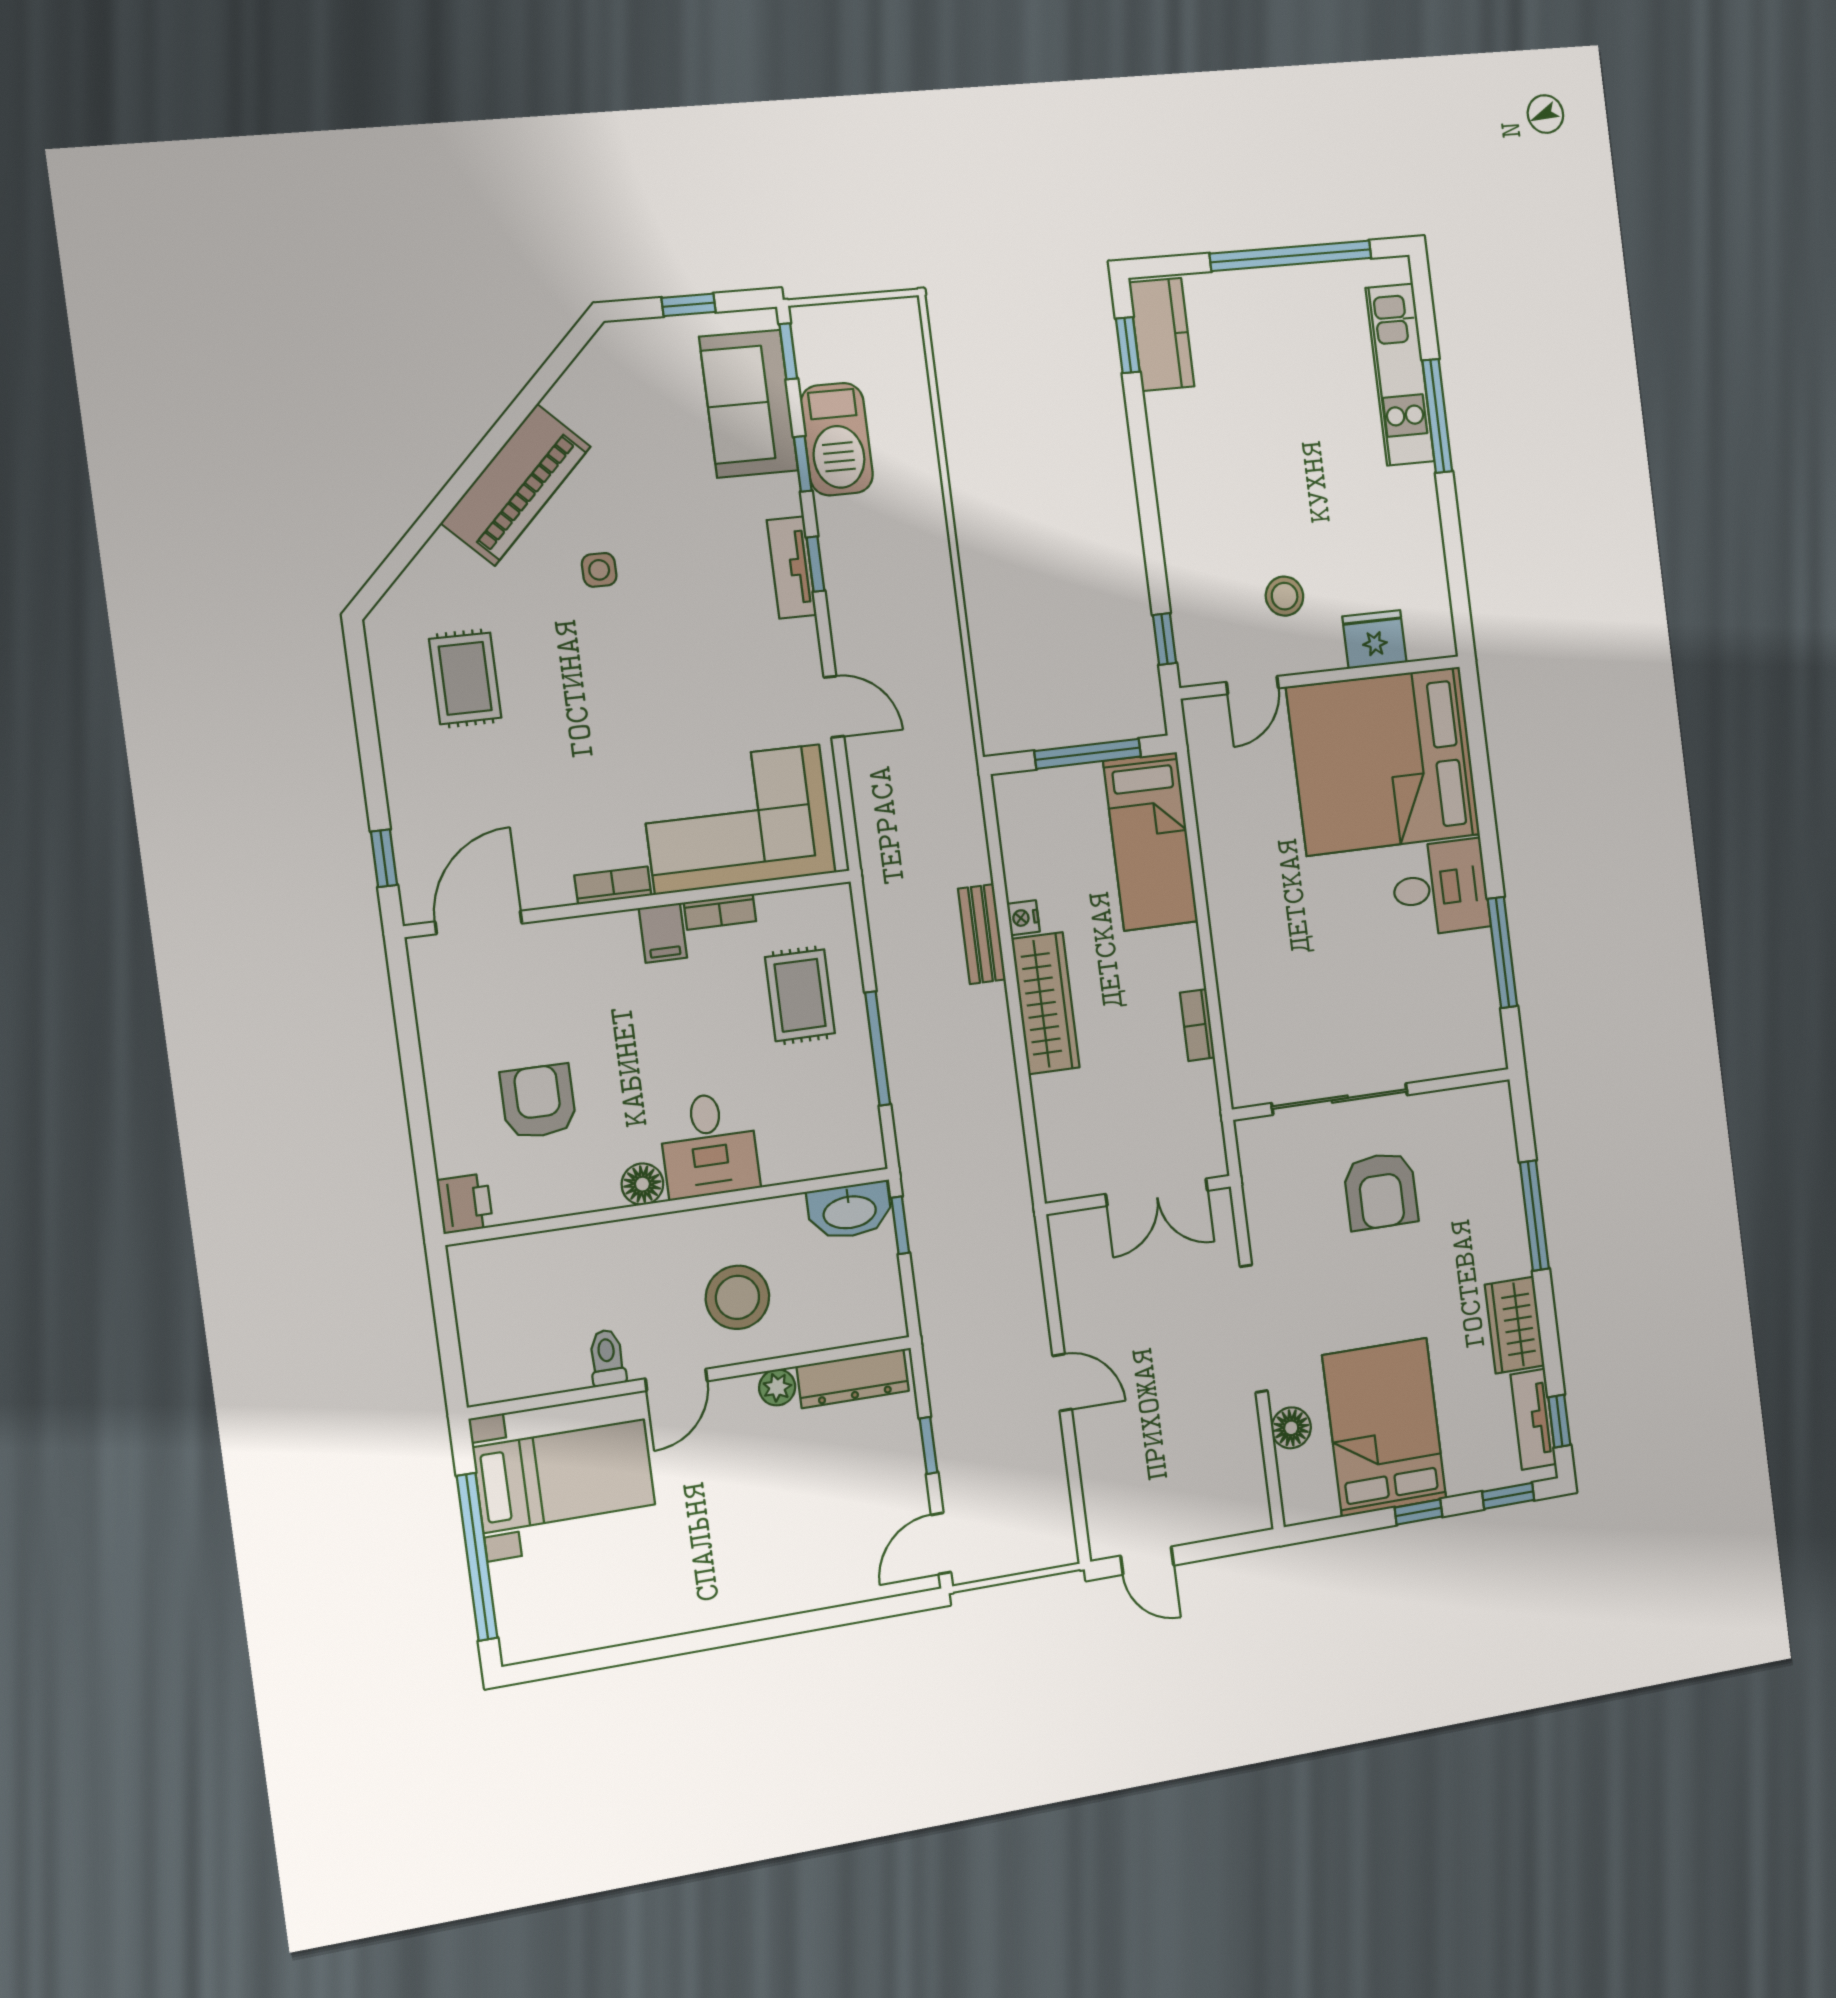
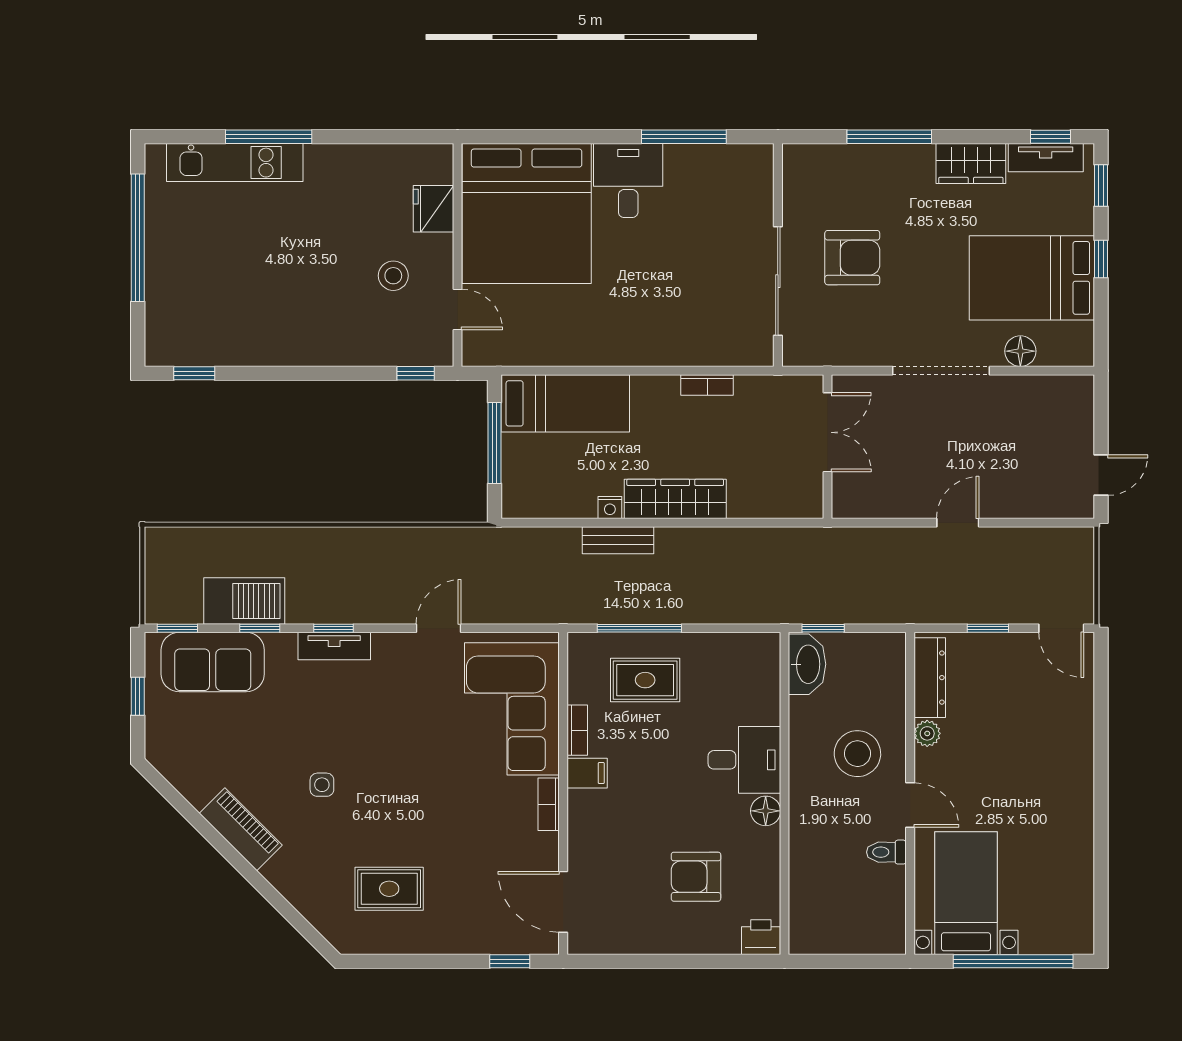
kitchen counter: (1162, 334) -> (188, 346), removed
piano: (516, 485) -> (241, 829), width x0.73, depth x0.75
window: (878, 1048) -> (639, 628), moved

